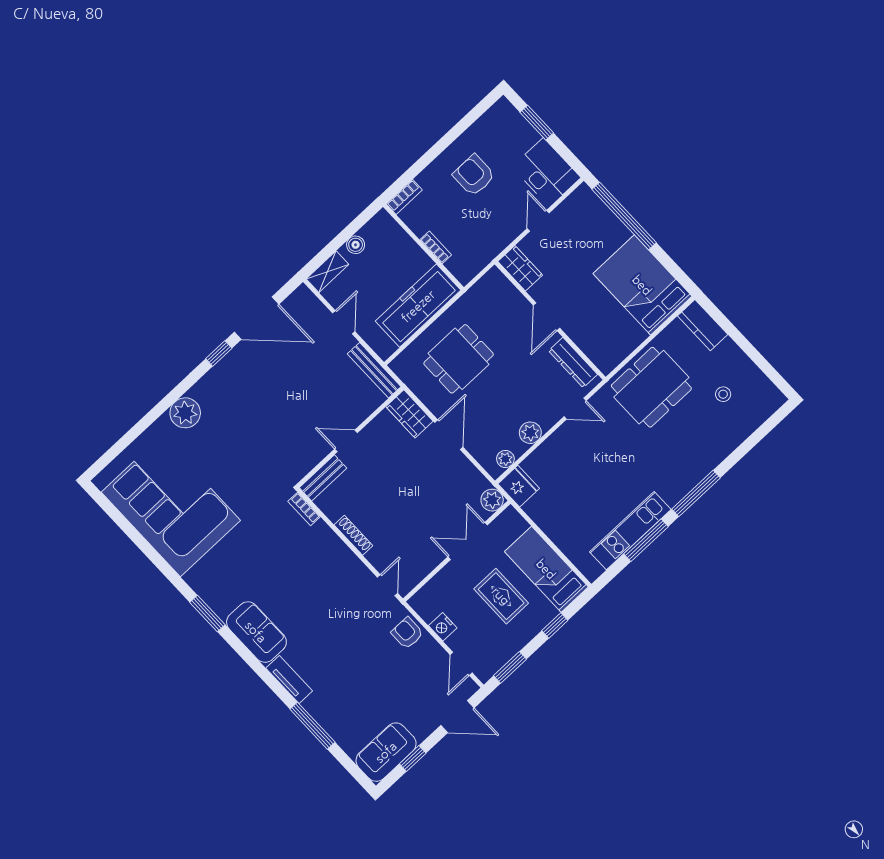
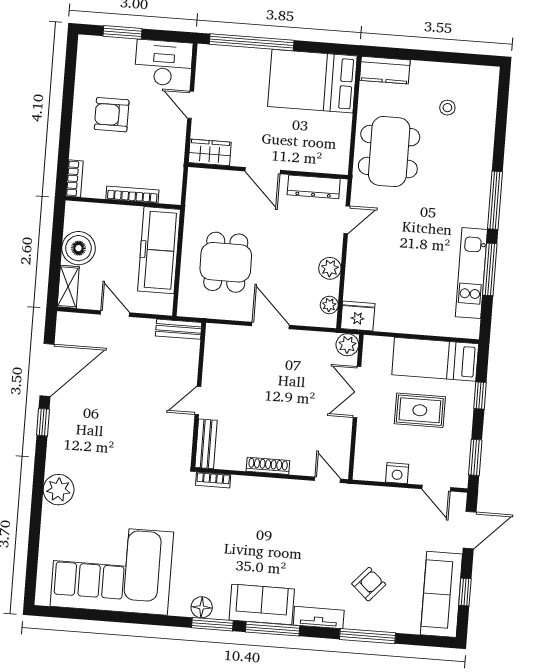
boiler: (356, 245) -> (79, 248), width x1.86, depth x1.86
bookcase: (436, 247) -> (132, 195), width x1.56
bench: (374, 370) -> (179, 329), width x0.73
wardrobe: (409, 414) -> (227, 337), removed
floor lamp: (211, 594) -> (202, 607), added
armchair: (407, 633) -> (369, 584), moved, turned 132
window: (248, 657) -> (273, 629), added
sofa: (386, 752) -> (441, 594), width x1.36

